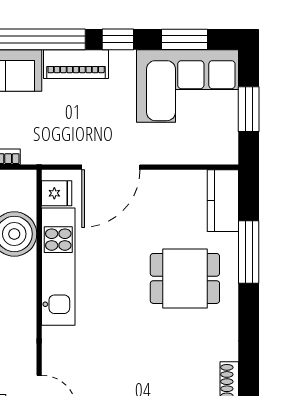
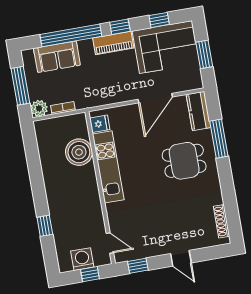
window: (184, 39) -> (159, 20), width x0.67
piano: (76, 64) -> (113, 43), moved
door: (111, 167) -> (155, 98), moved

